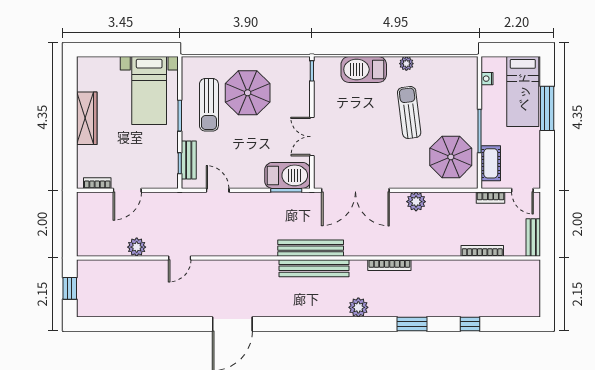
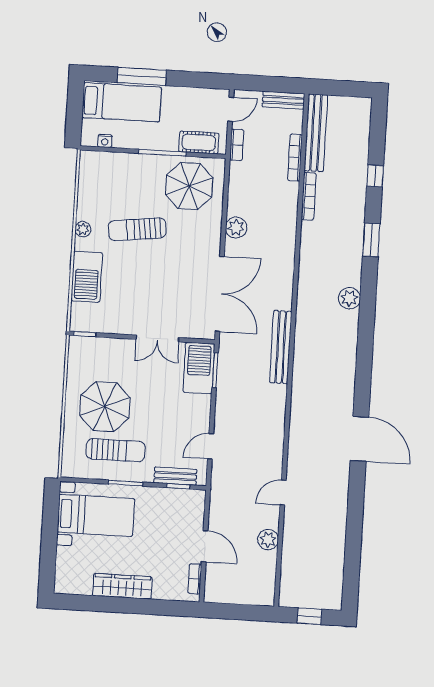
door: (180, 258) -> (283, 493), swing flipped
bookcase: (389, 265) -> (309, 196), moved
bench: (314, 268) -> (316, 133), moved

